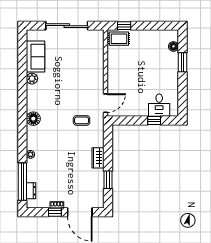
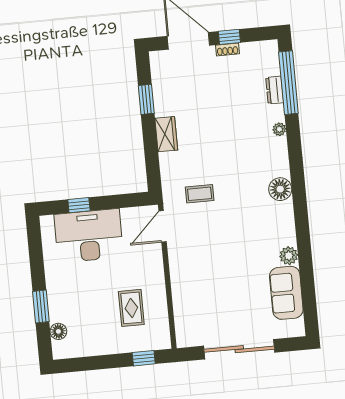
rug: (119, 39) -> (131, 308), moved, turned 90
desk: (159, 105) -> (89, 236), width x1.87, depth x1.30
dresser: (31, 191) -> (275, 90), moved

